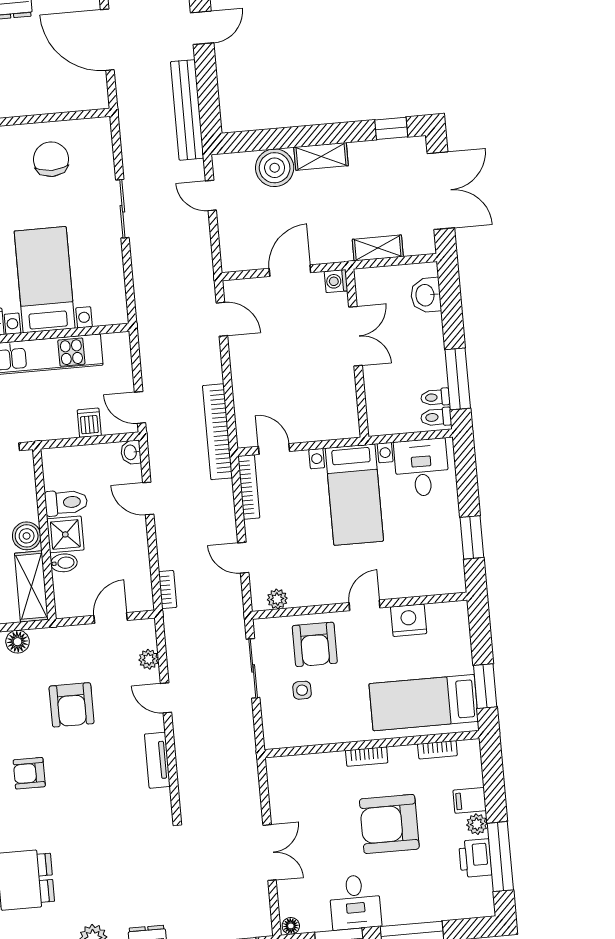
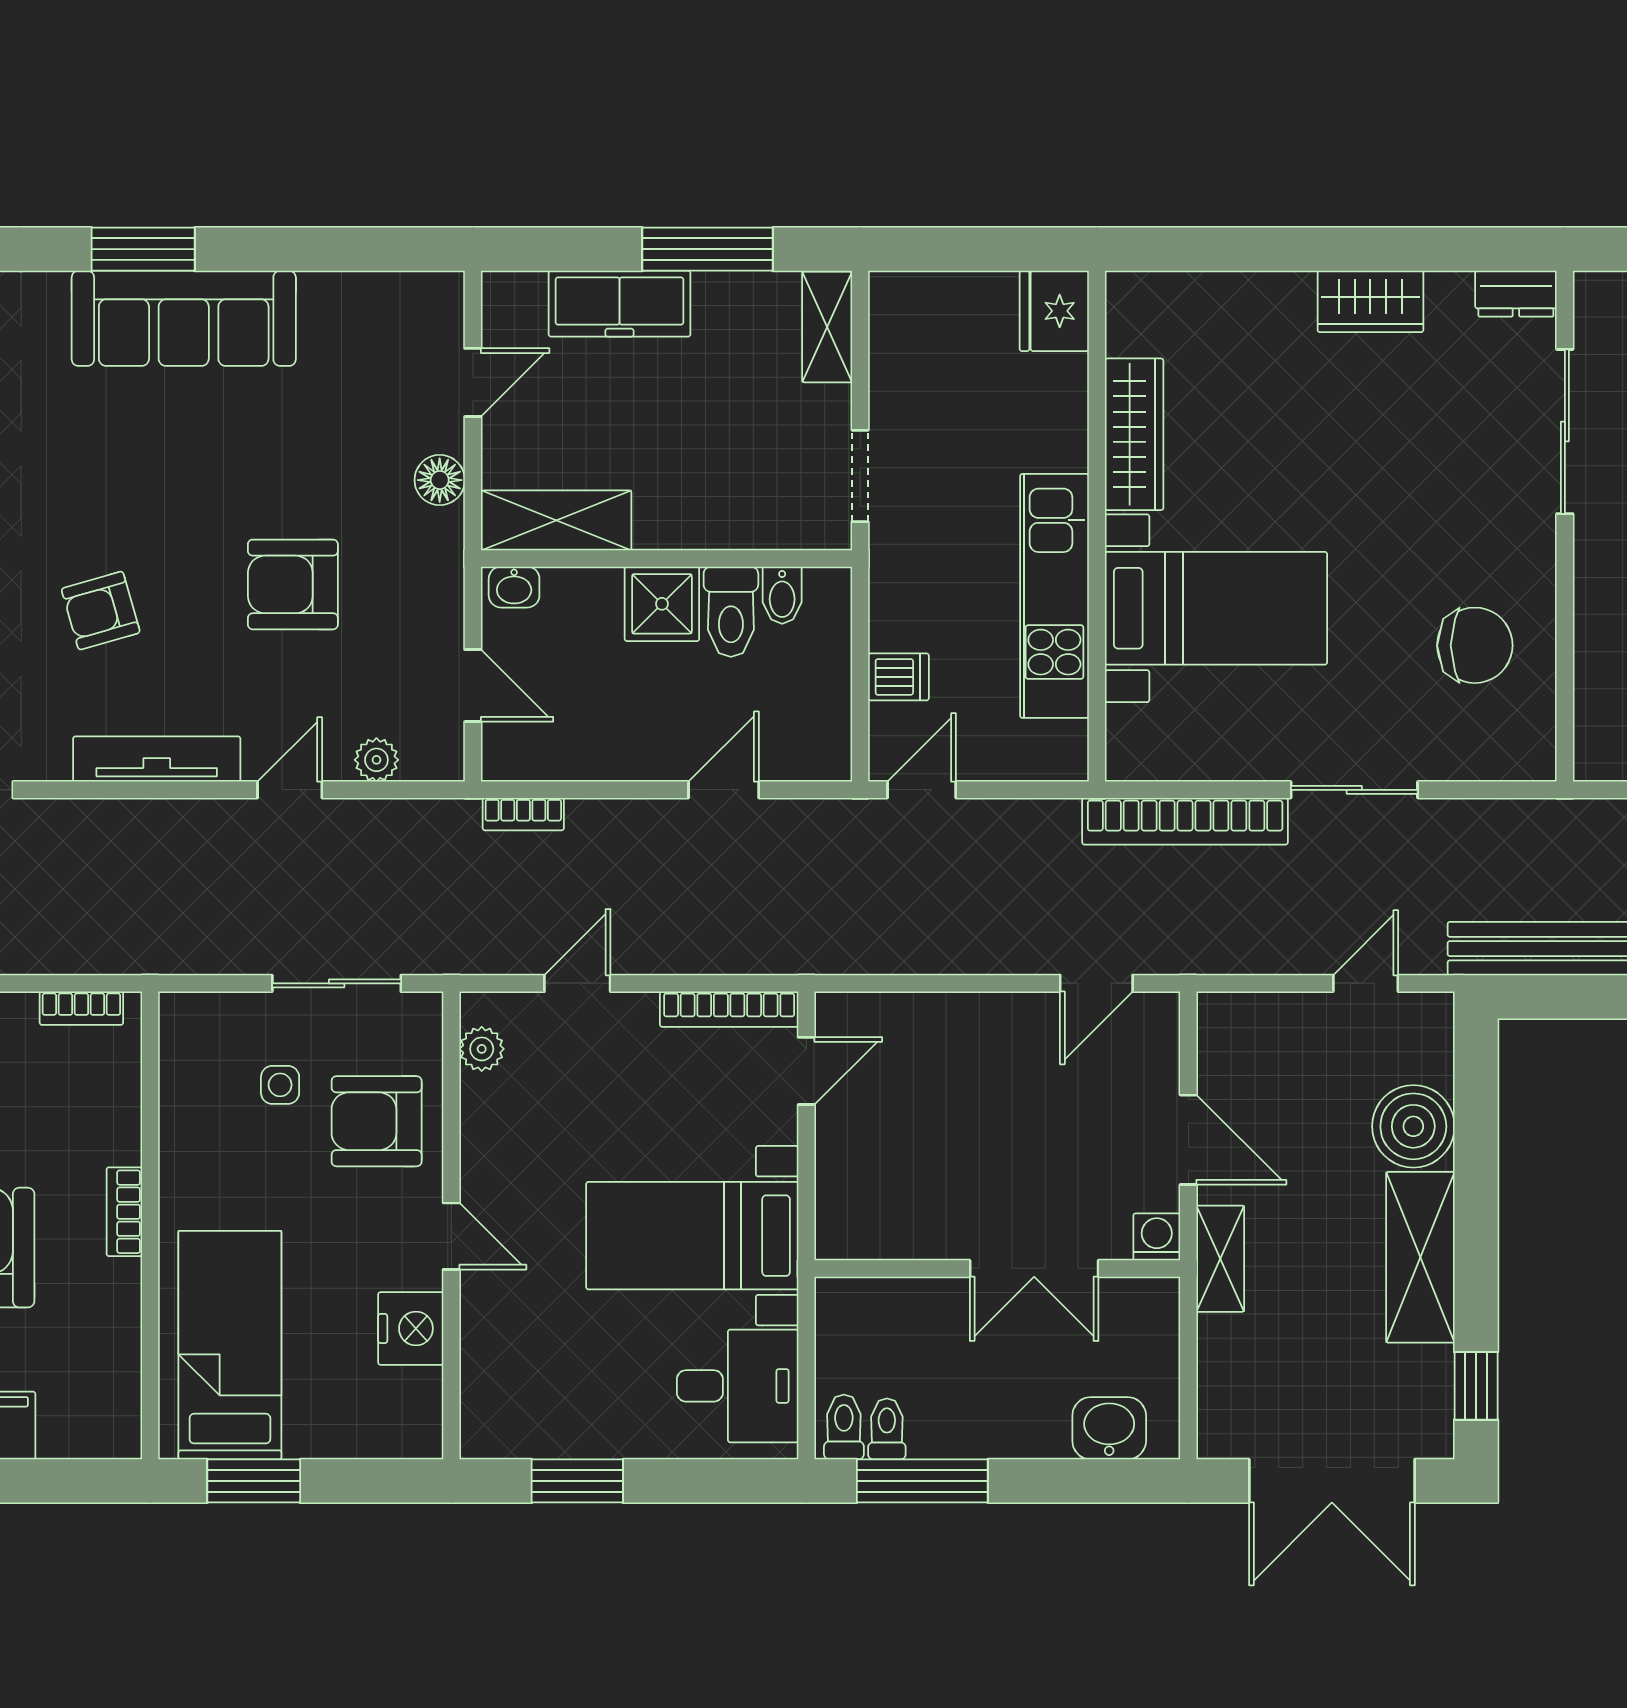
shelving: (321, 156) -> (1420, 1257), width x1.50, depth x1.33
shelving: (378, 248) -> (1220, 1259), moved
bookcase: (217, 432) -> (1185, 821), moved, turned 180
washbasin: (131, 452) -> (514, 587), moved, turned 180
boiler: (27, 536) -> (666, 520), removed
bidet: (64, 563) -> (782, 595), moved
bookcase: (437, 750) -> (81, 1008), moved, turned -90
tv unit: (157, 760) -> (157, 759), width x1.41
armchair: (29, 773) -> (101, 611), moved, turned -106

